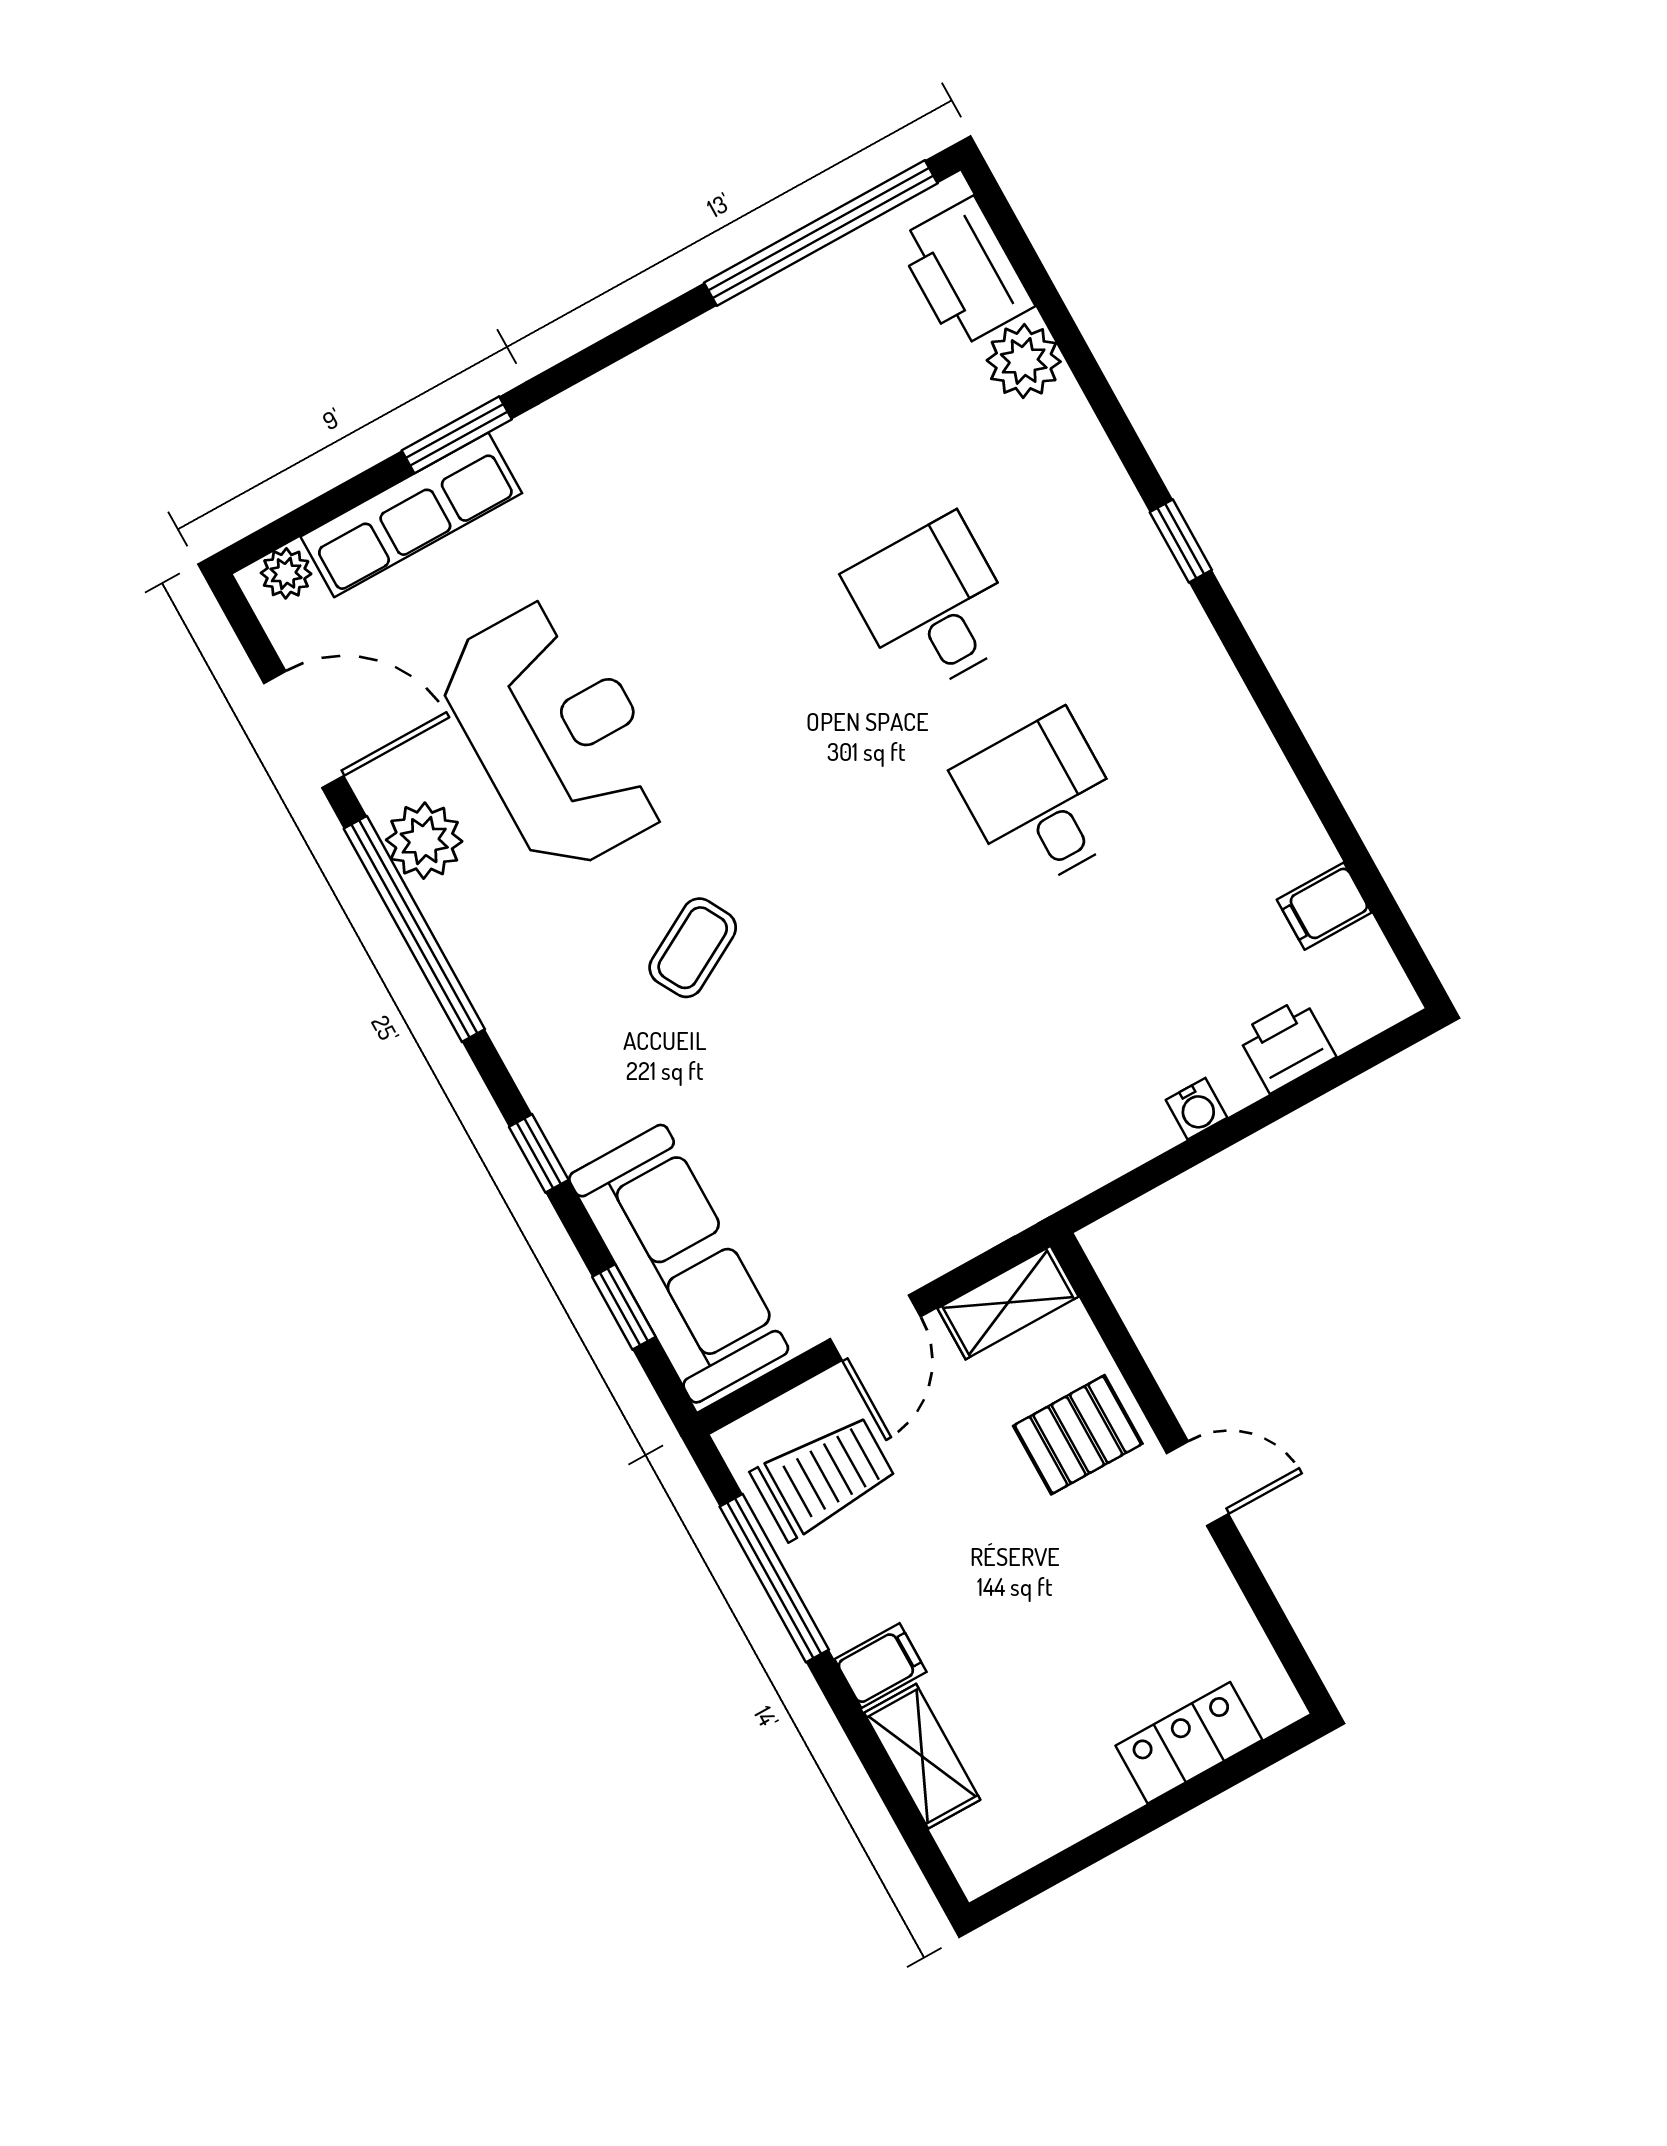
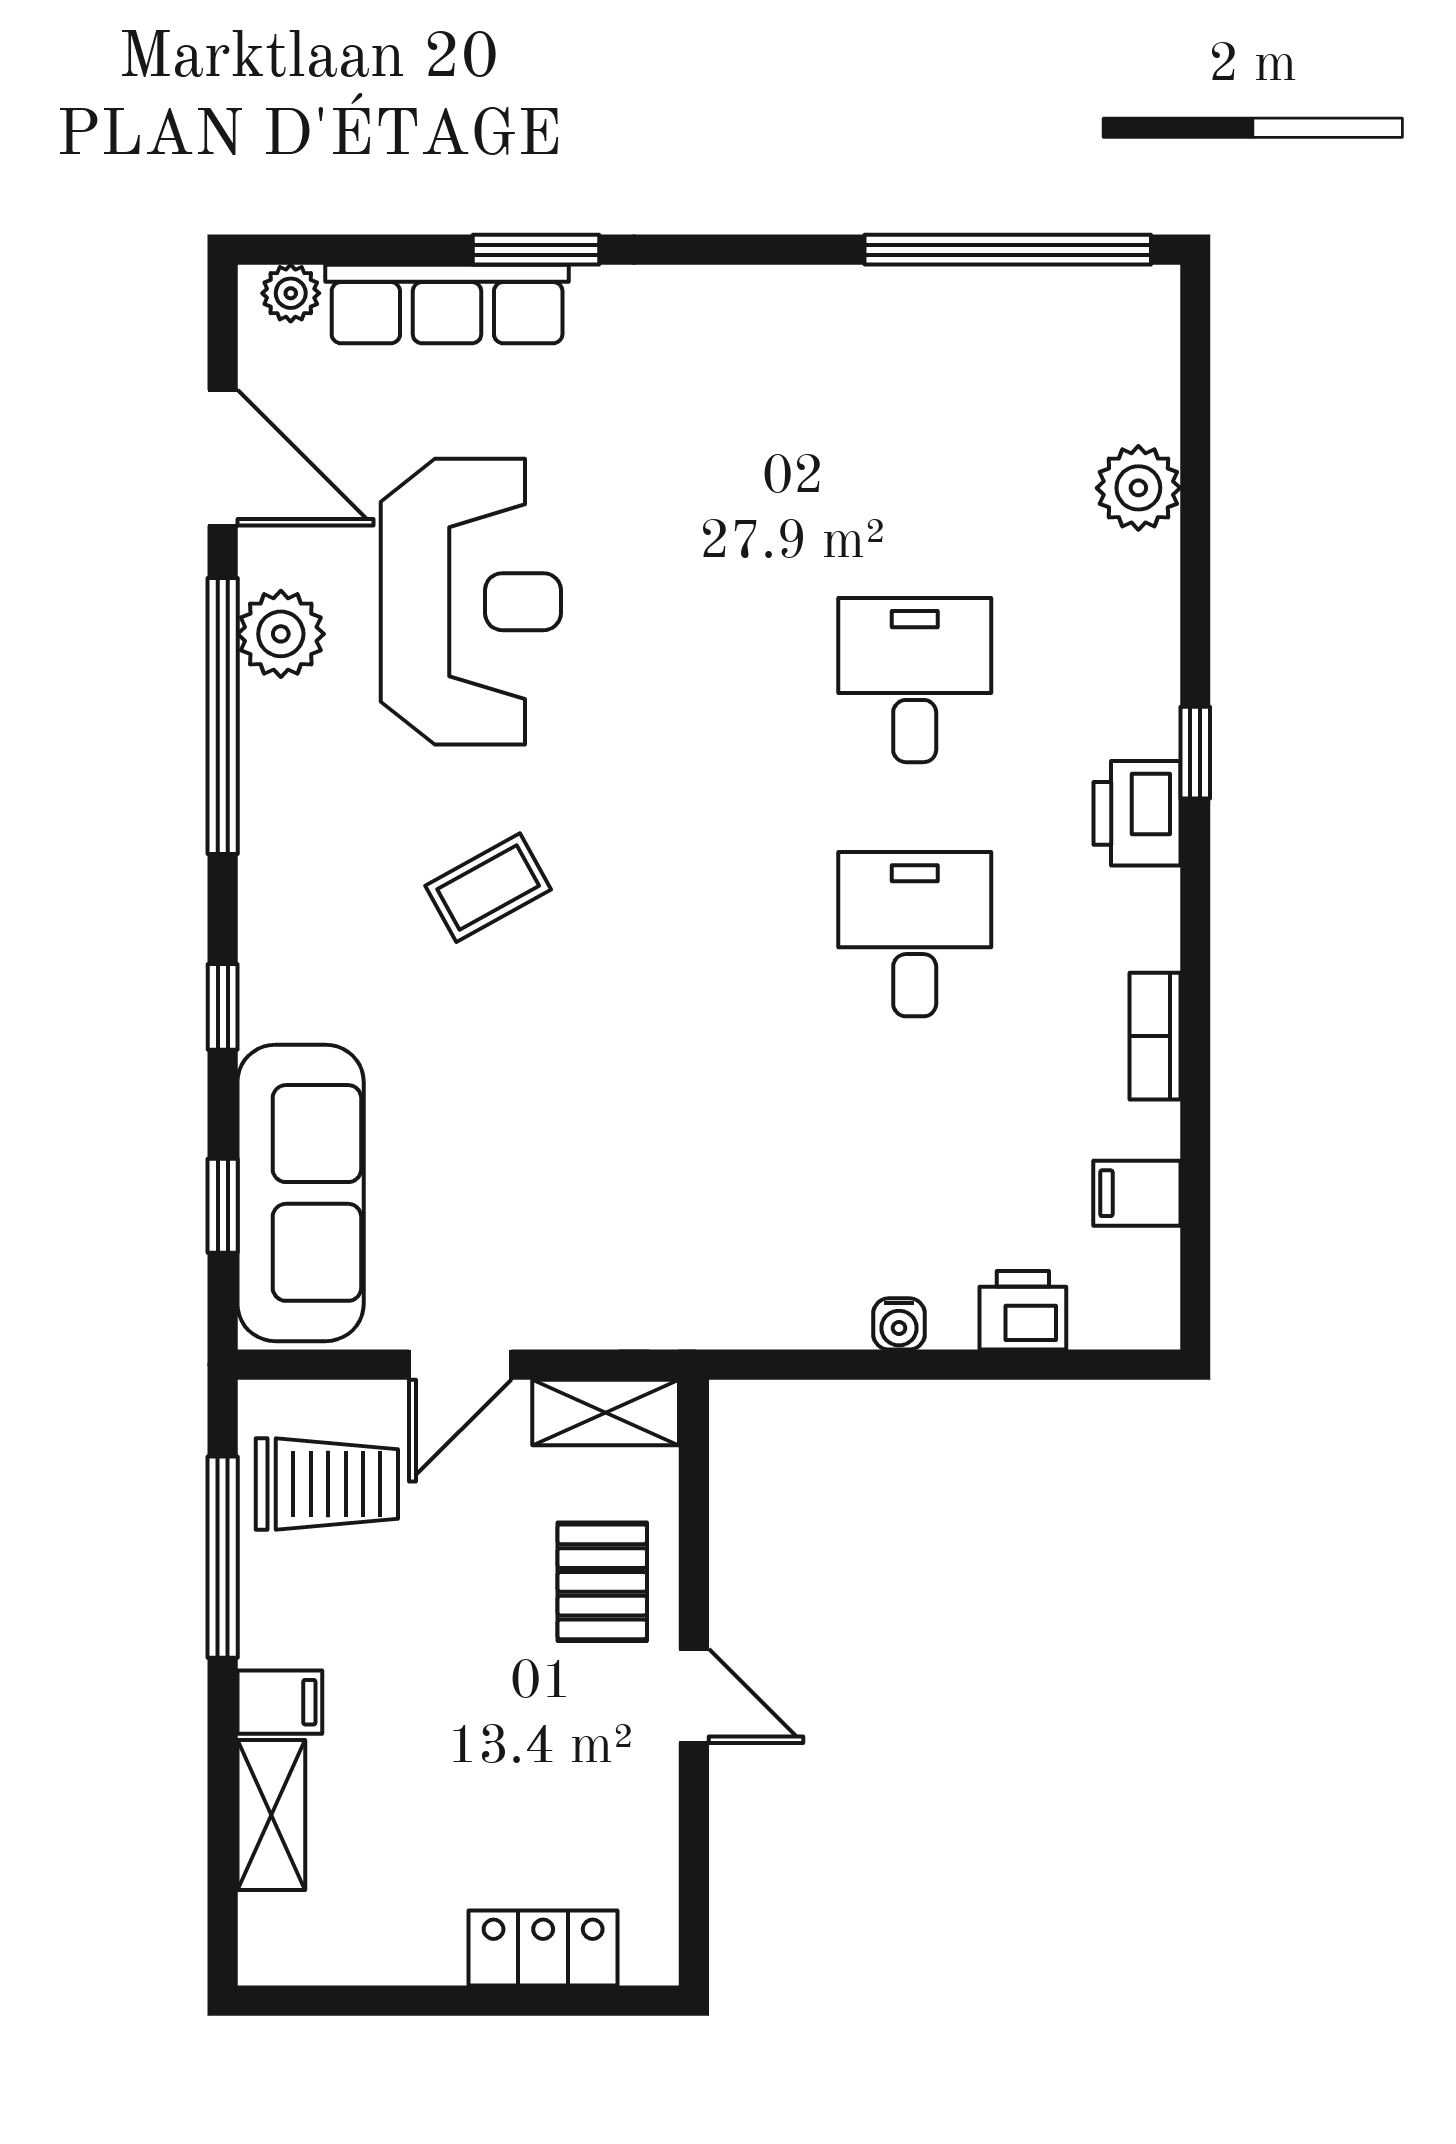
printer: (965, 273) -> (1137, 813), moved, width x0.73, depth x0.84
bookcase: (1271, 777) -> (1155, 1036), added
pallet: (1078, 1435) -> (602, 1582), turned 90

